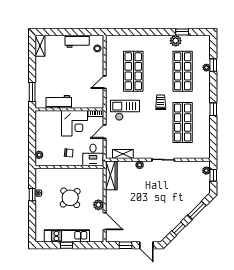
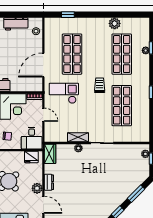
window: (182, 32) -> (68, 15), moved
door: (105, 82) -> (43, 65), width x1.88
door: (105, 132) -> (43, 115), swing flipped
shelving: (123, 154) -> (78, 137), moved
fridge: (93, 174) -> (31, 157), added
wardrobe: (111, 175) -> (50, 154), width x0.67
dresser: (110, 199) -> (49, 182), added

